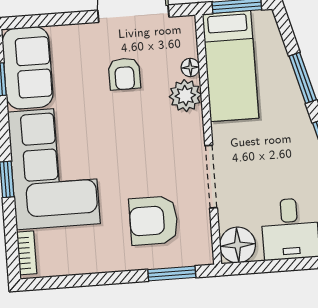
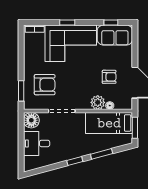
armchair: (124, 74) -> (109, 77), turned 180
armchair: (154, 221) -> (45, 85), turned 90

